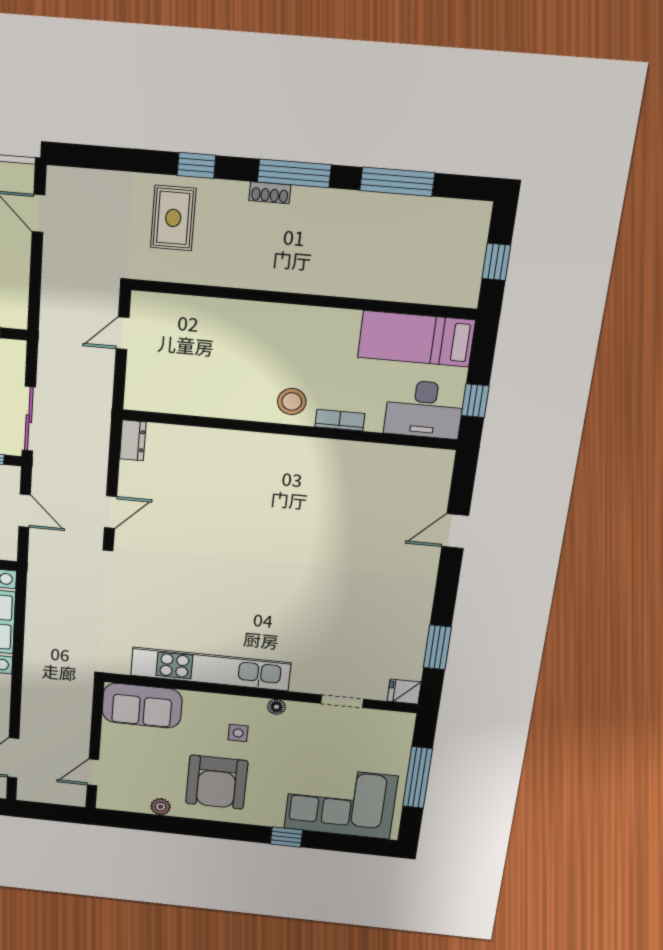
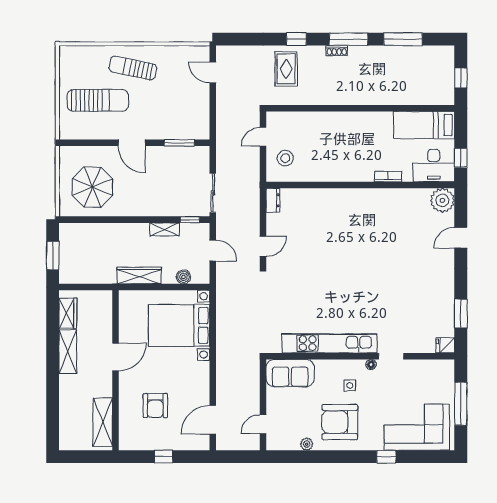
stool: (292, 401) -> (285, 158), moved
plant: (432, 468) -> (442, 200), added
doorway: (342, 701) -> (391, 356), moved
armchair: (217, 782) -> (340, 422), turned 90

